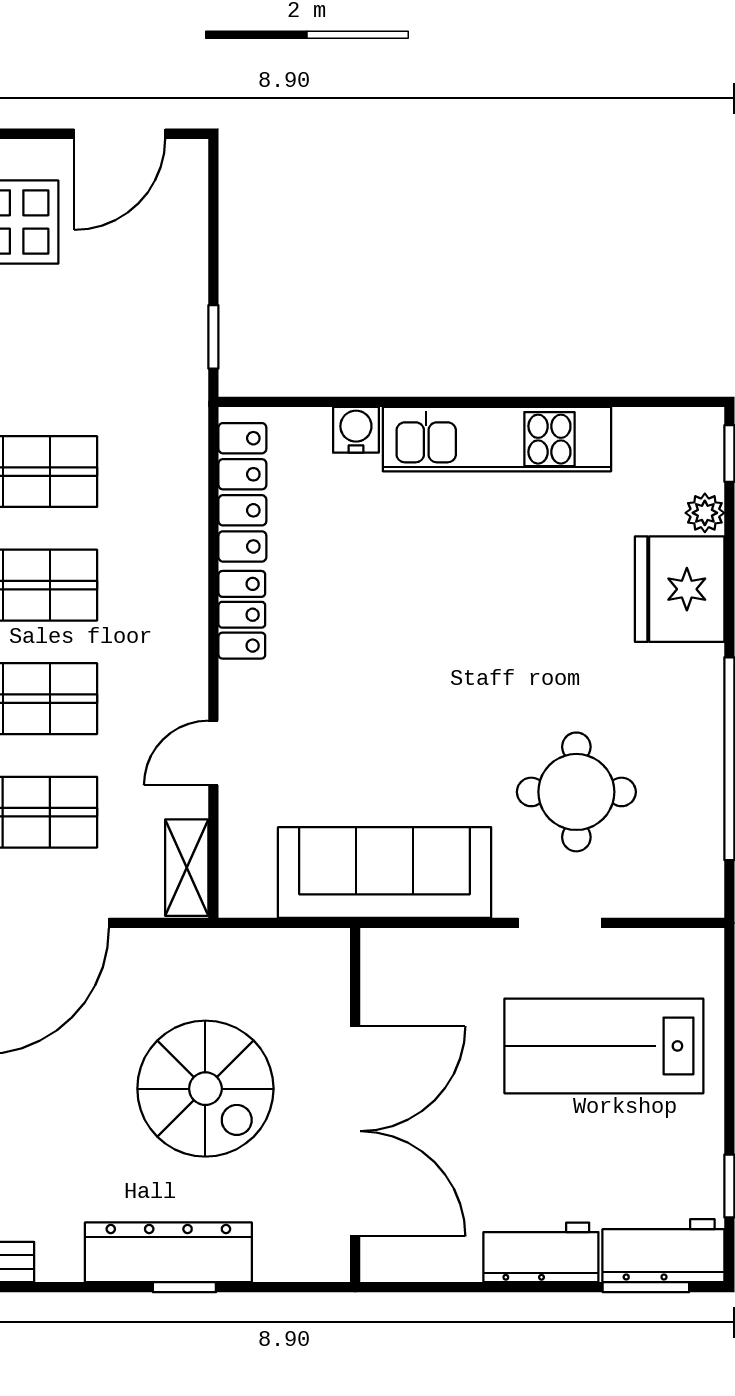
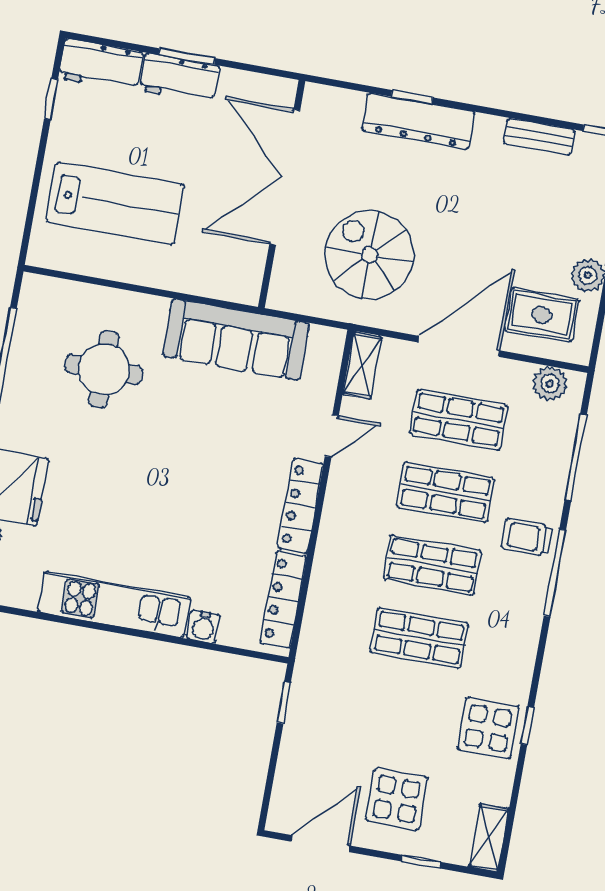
locker: (242, 615) -> (300, 506), width x1.53
doorway: (560, 923) -> (129, 287), removed
spiral stairs: (205, 1089) -> (370, 255), moved
window: (646, 1287) -> (187, 56), moved

